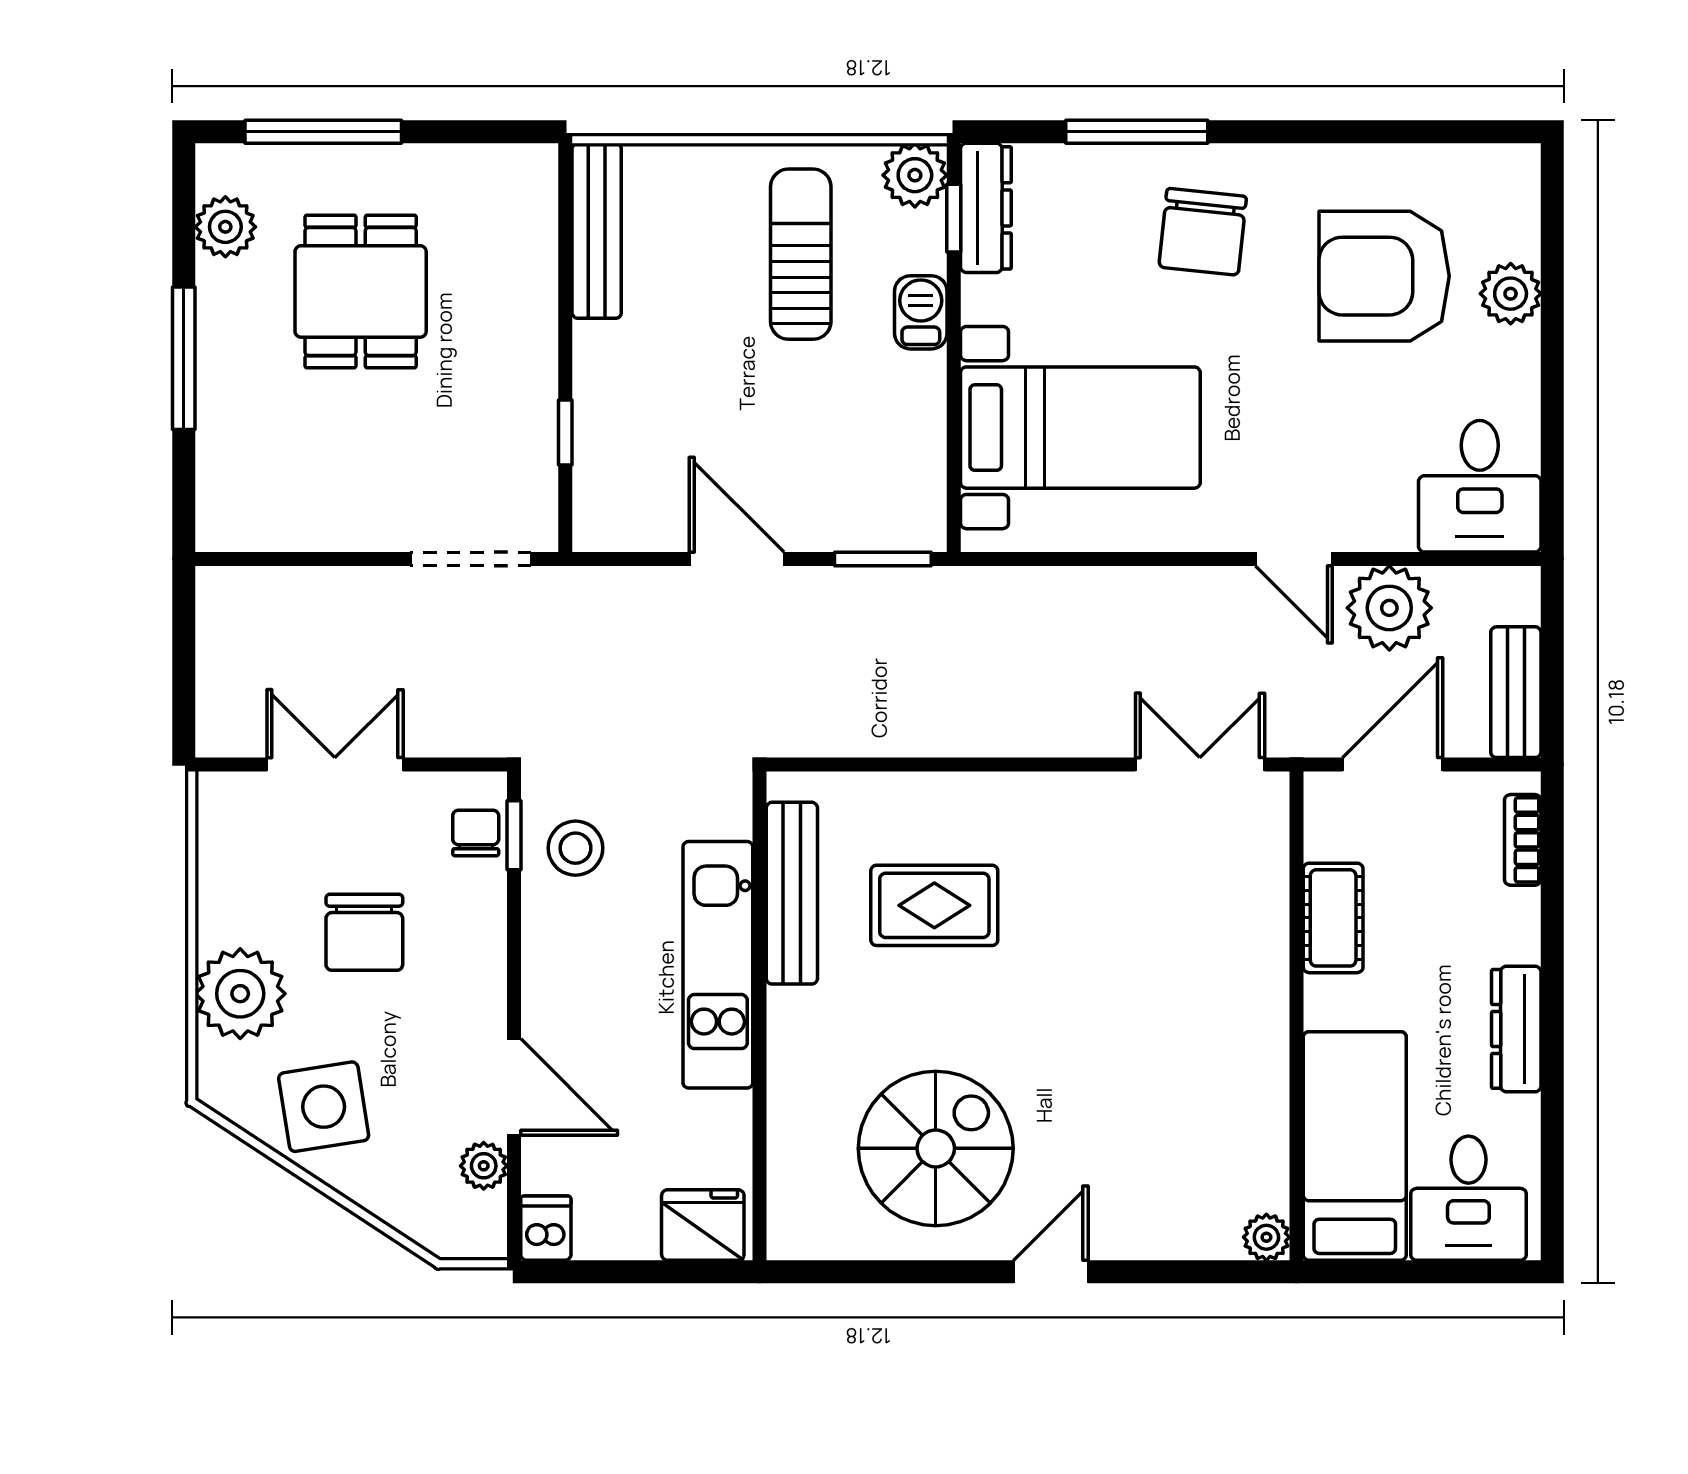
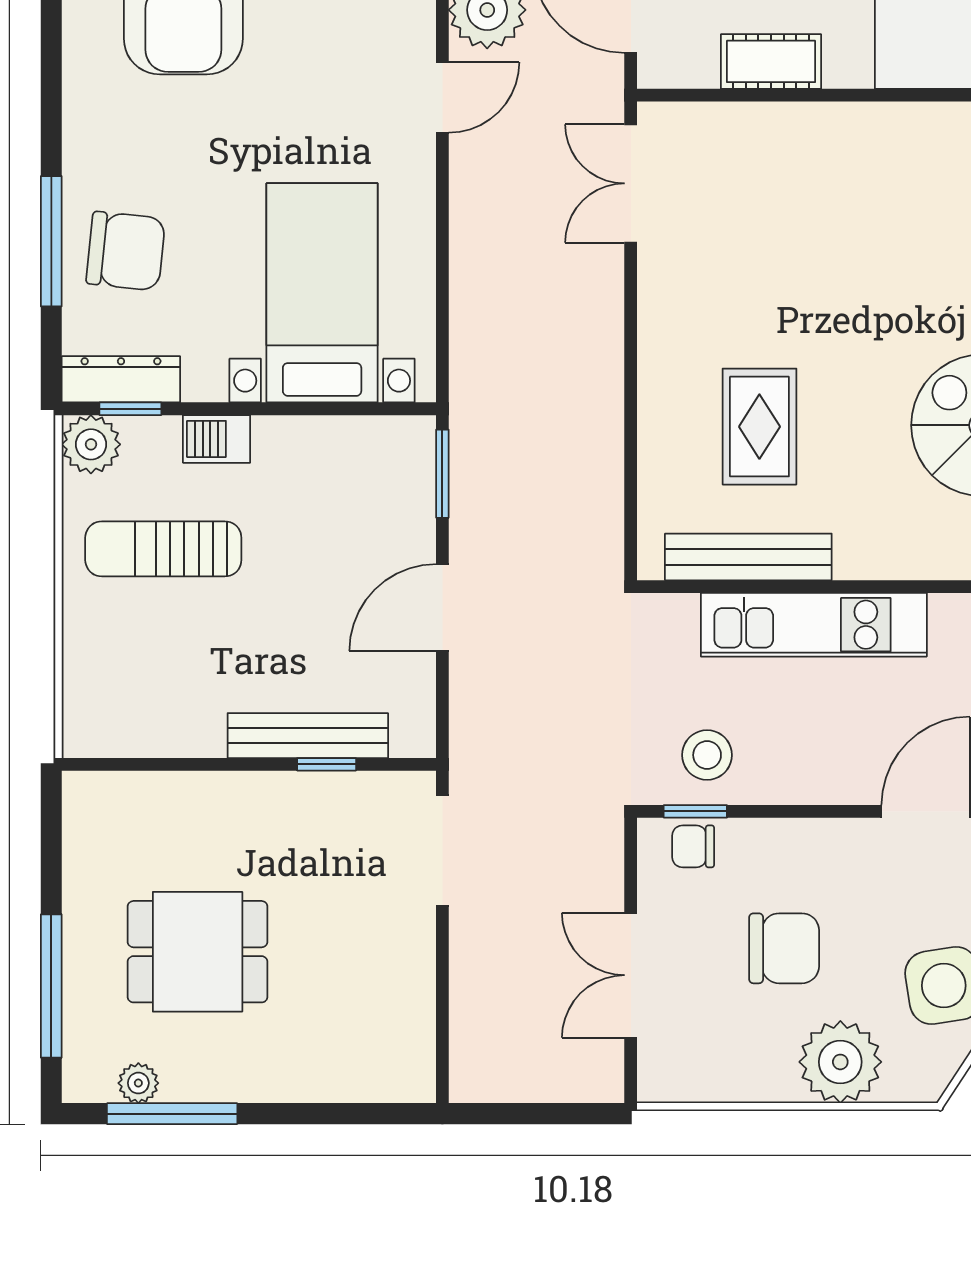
plant: (225, 227) -> (138, 1083), width x0.73, depth x0.73
bench: (597, 231) -> (308, 736), moved
chair: (1203, 232) -> (126, 251), moved
window: (184, 358) -> (172, 1114), moved

